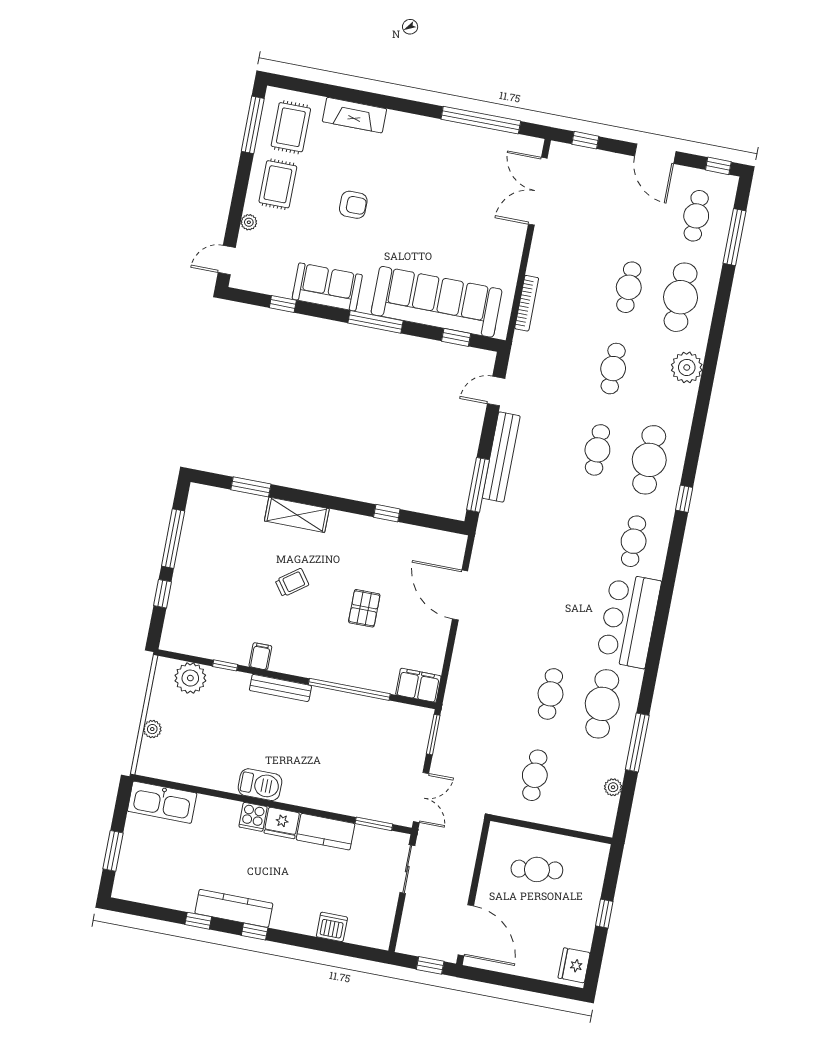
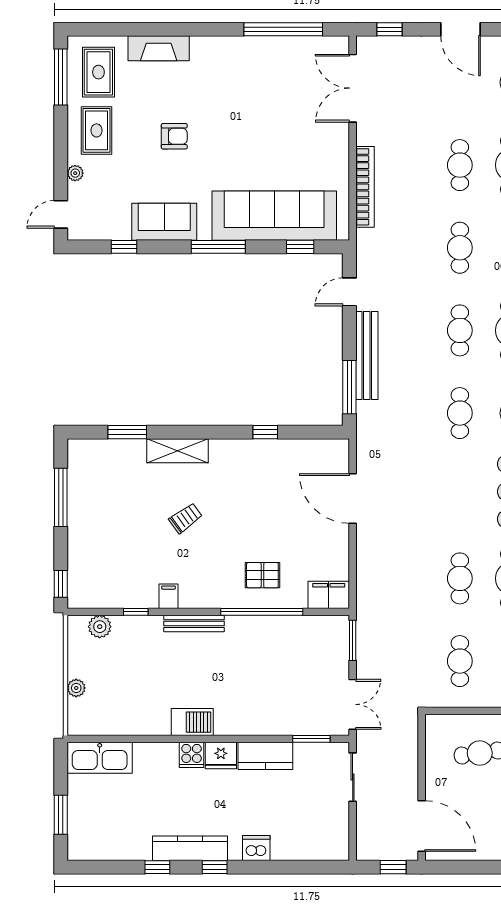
bookcase: (527, 303) -> (365, 187), width x1.48, depth x1.31
cafe table: (582, 531) -> (460, 413), added
window: (162, 594) -> (61, 584), moved
pallet: (364, 608) -> (262, 575), moved, turned 90
plant: (190, 678) -> (100, 627), width x0.73, depth x0.73
dishwasher: (332, 927) -> (256, 848), moved

